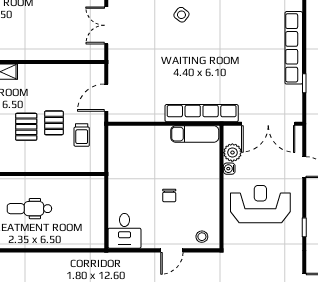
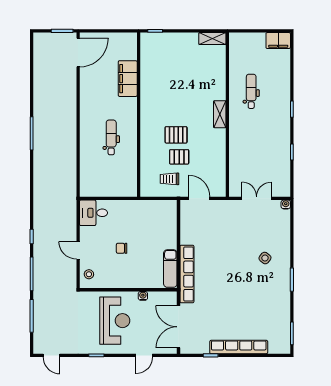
plant: (232, 153) -> (156, 298), removed

